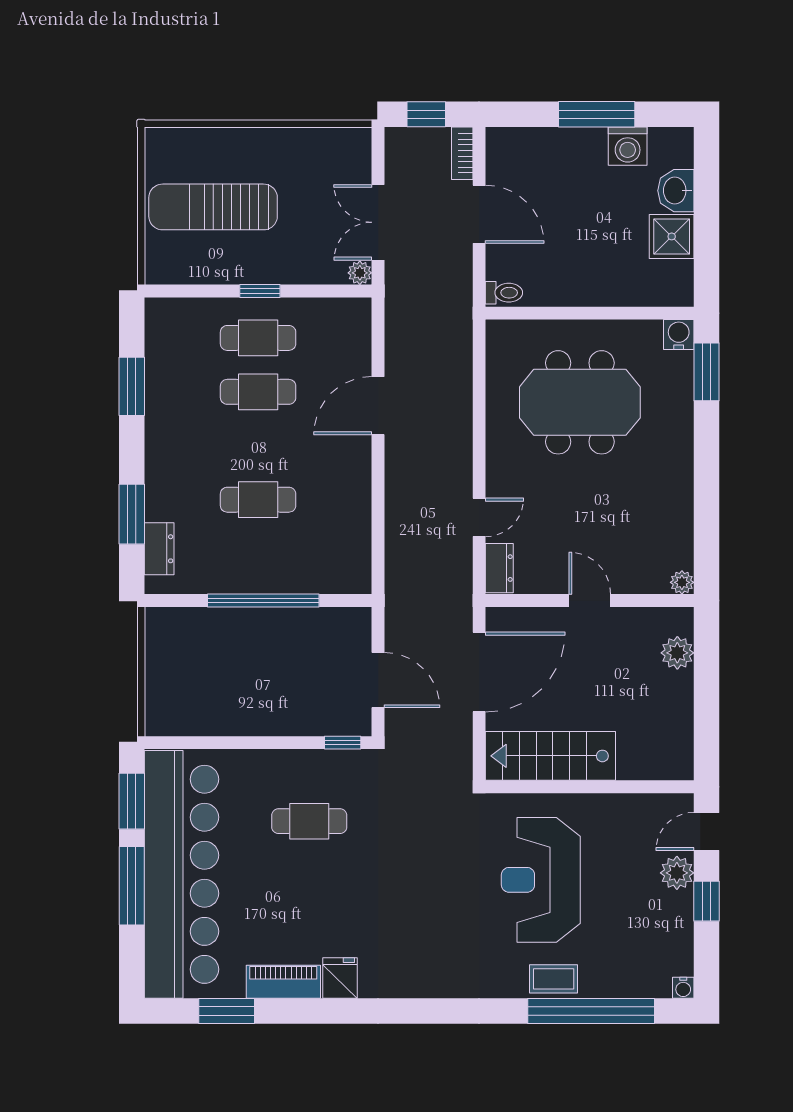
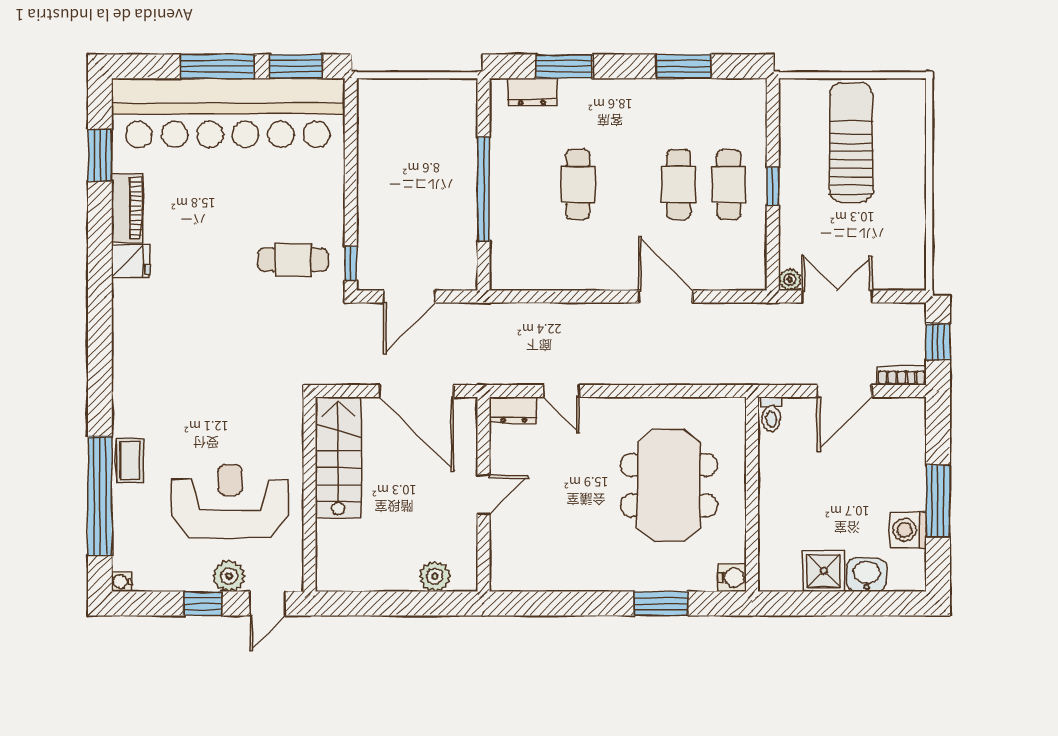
window: (706, 372) -> (661, 603), moved
plant: (682, 582) -> (501, 581), removed
cafe table: (309, 821) -> (293, 260), moved, turned 90
door: (706, 831) -> (268, 603), swing flipped
reception desk: (541, 880) -> (230, 501), moved

